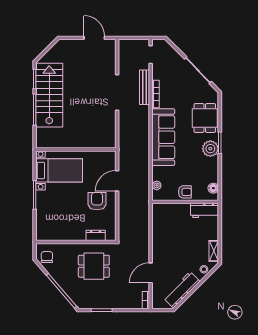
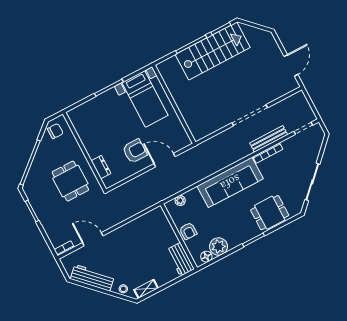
plant: (210, 149) -> (219, 247), moved

